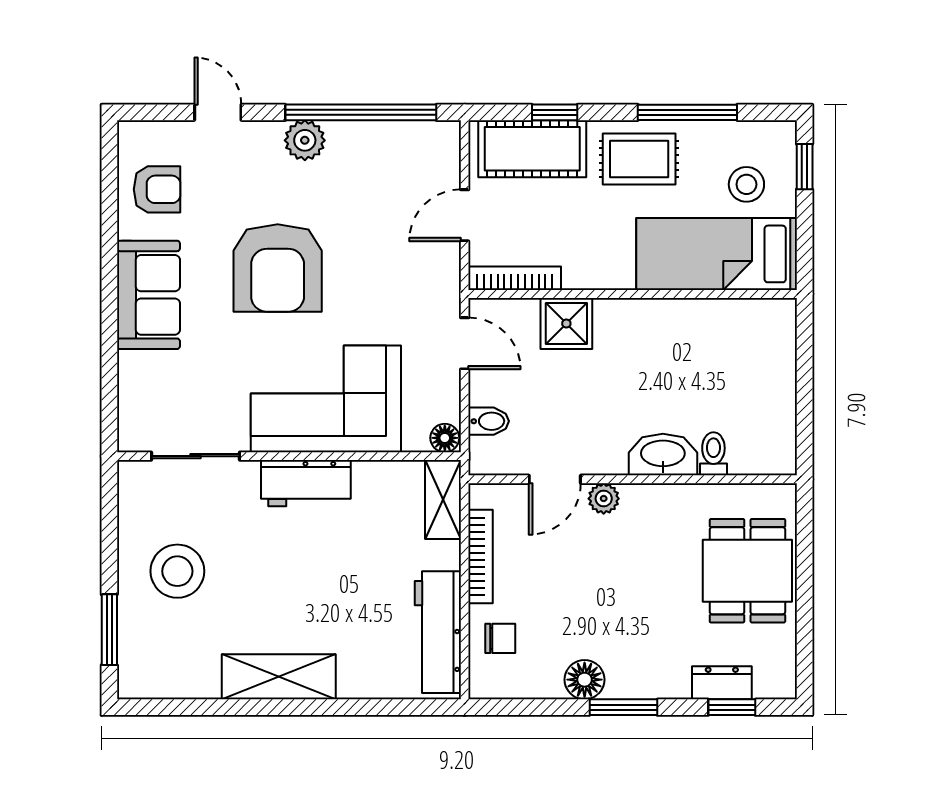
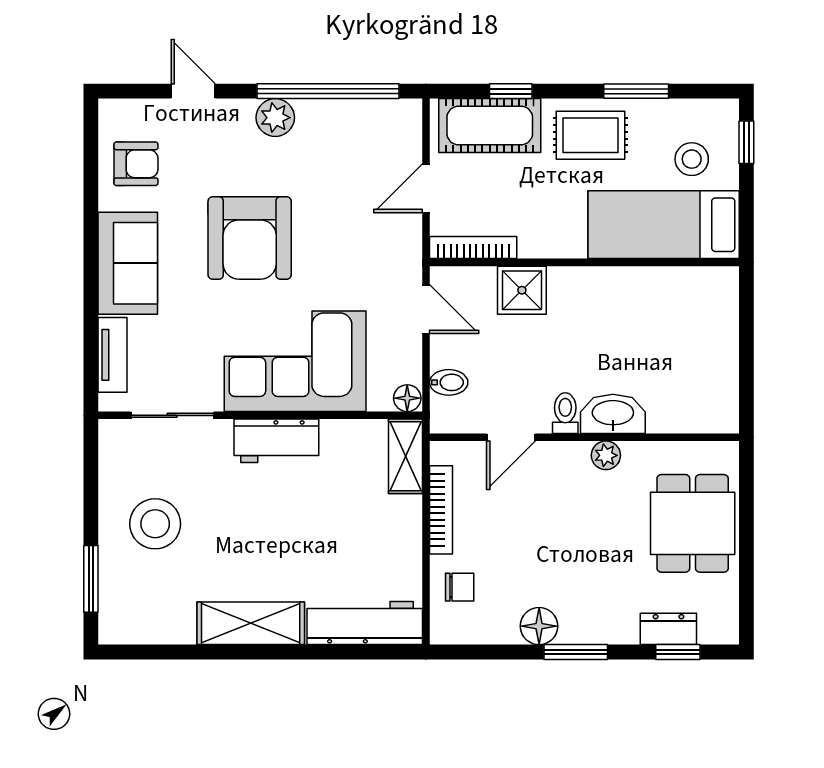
window: (687, 112) -> (636, 91), width x0.69
tv unit: (132, 392) -> (113, 355), added
toilet: (713, 454) -> (565, 413), moved
plant: (604, 499) -> (606, 455), moved
workbench: (438, 632) -> (365, 623), moved, turned 90

